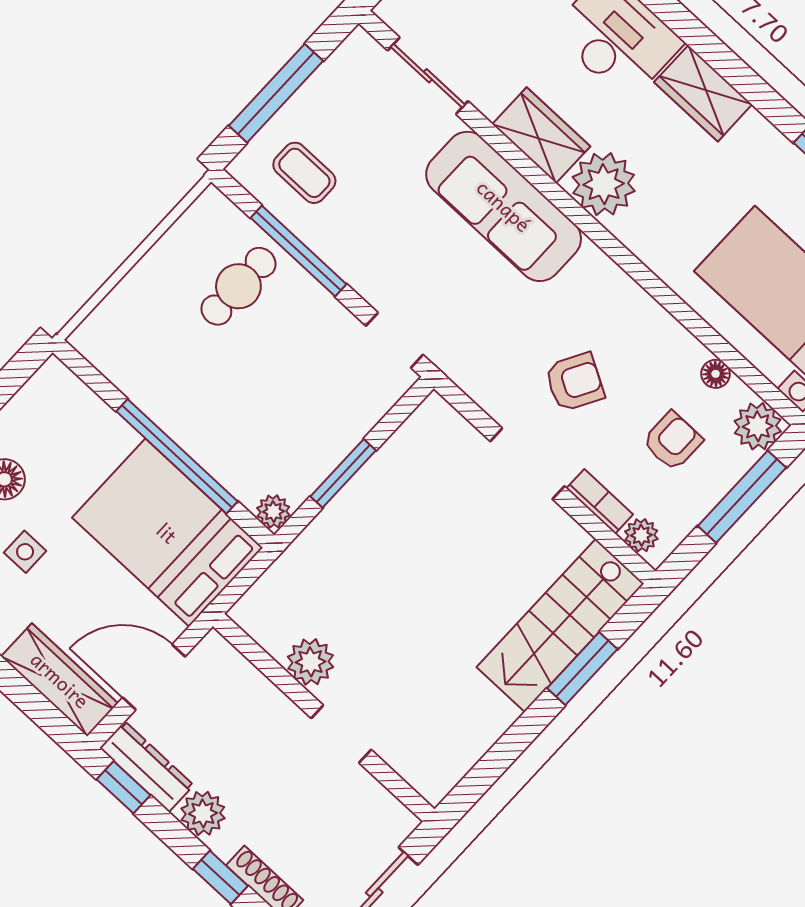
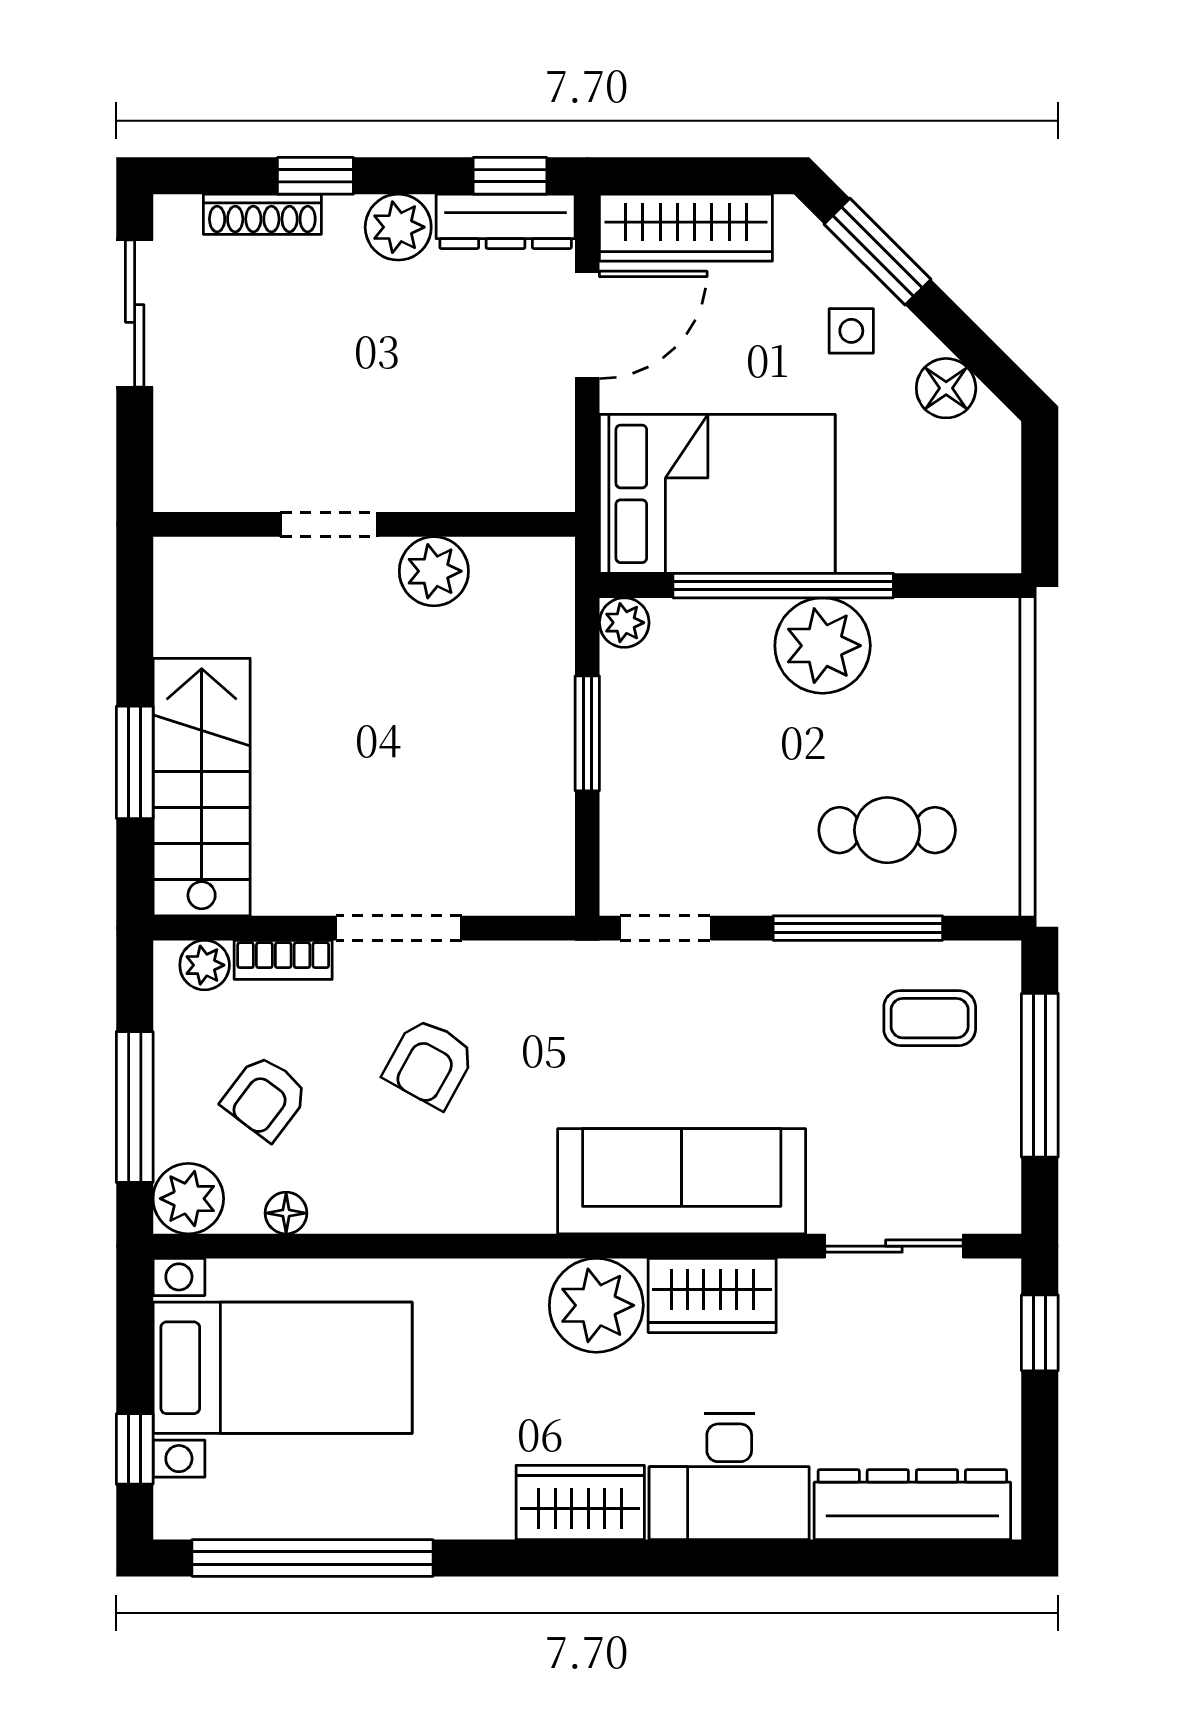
cafe table: (238, 286) -> (887, 830), turned 90
plant: (185, 408) -> (823, 646), added
armchair: (673, 441) -> (265, 1098), turned 37
plant: (311, 662) -> (434, 571), moved
wall: (324, 718) -> (364, 524), moved
doorway: (341, 734) -> (329, 524), moved

